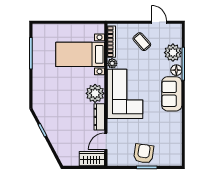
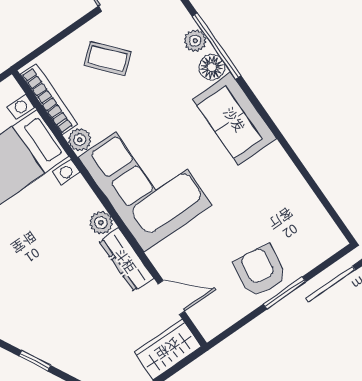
plant: (173, 53) -> (195, 41), width x0.53, depth x0.53
plant: (95, 93) -> (101, 223), width x0.53, depth x0.53
door: (106, 141) -> (171, 298), swing flipped

